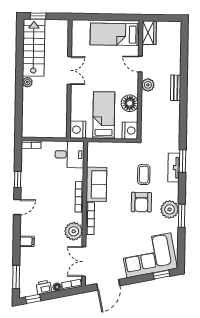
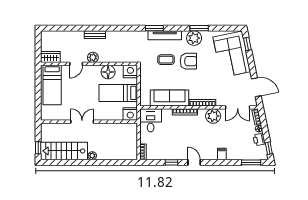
tv unit: (174, 168) -> (165, 35), width x1.41
sofa: (96, 184) -> (170, 98), width x1.36

